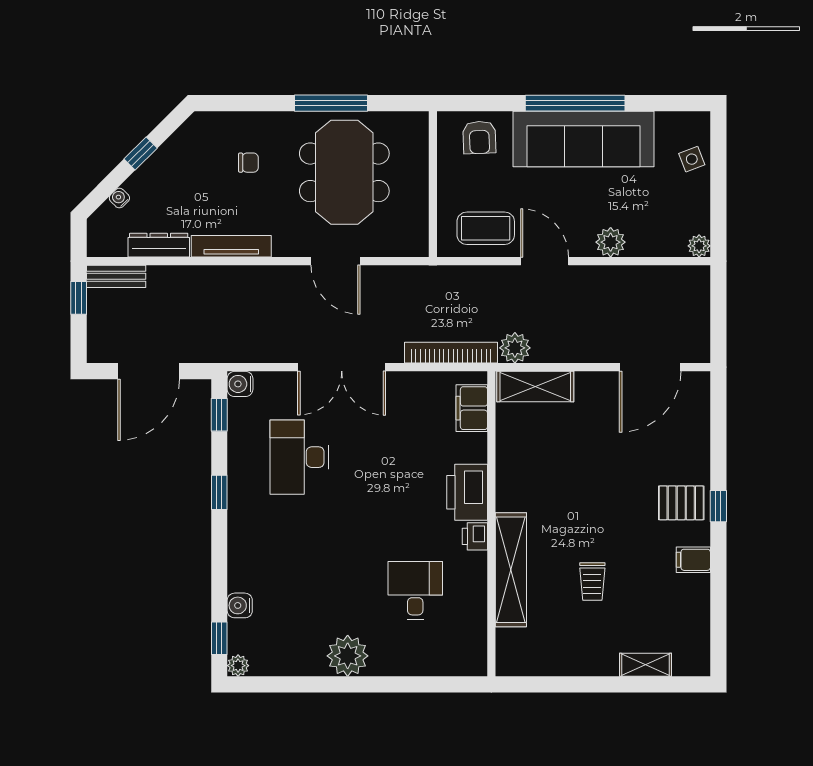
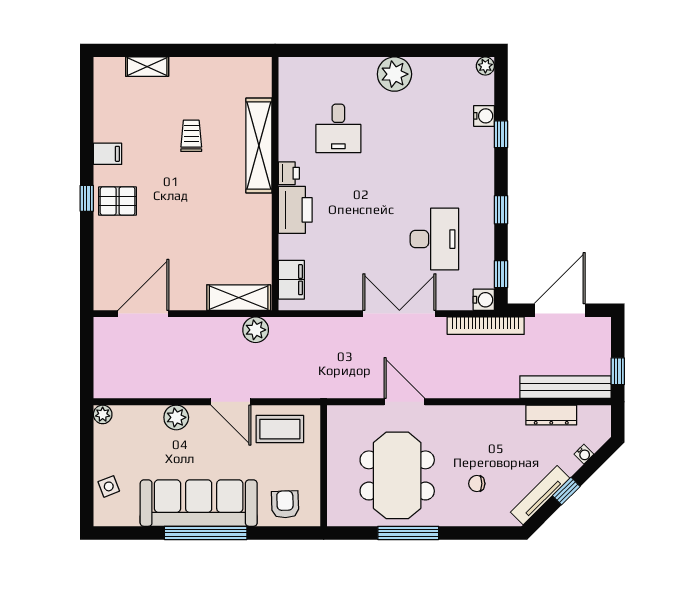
tv unit: (231, 246) -> (540, 495), moved, turned 135
bench: (116, 276) -> (566, 387), width x1.86, depth x1.21
bookcase: (451, 353) -> (486, 326), moved
window: (219, 638) -> (501, 134), moved

